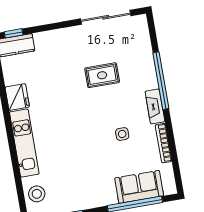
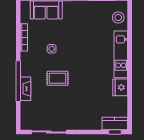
rug: (102, 75) -> (57, 78), moved
fireplace: (155, 106) -> (25, 89), moved

